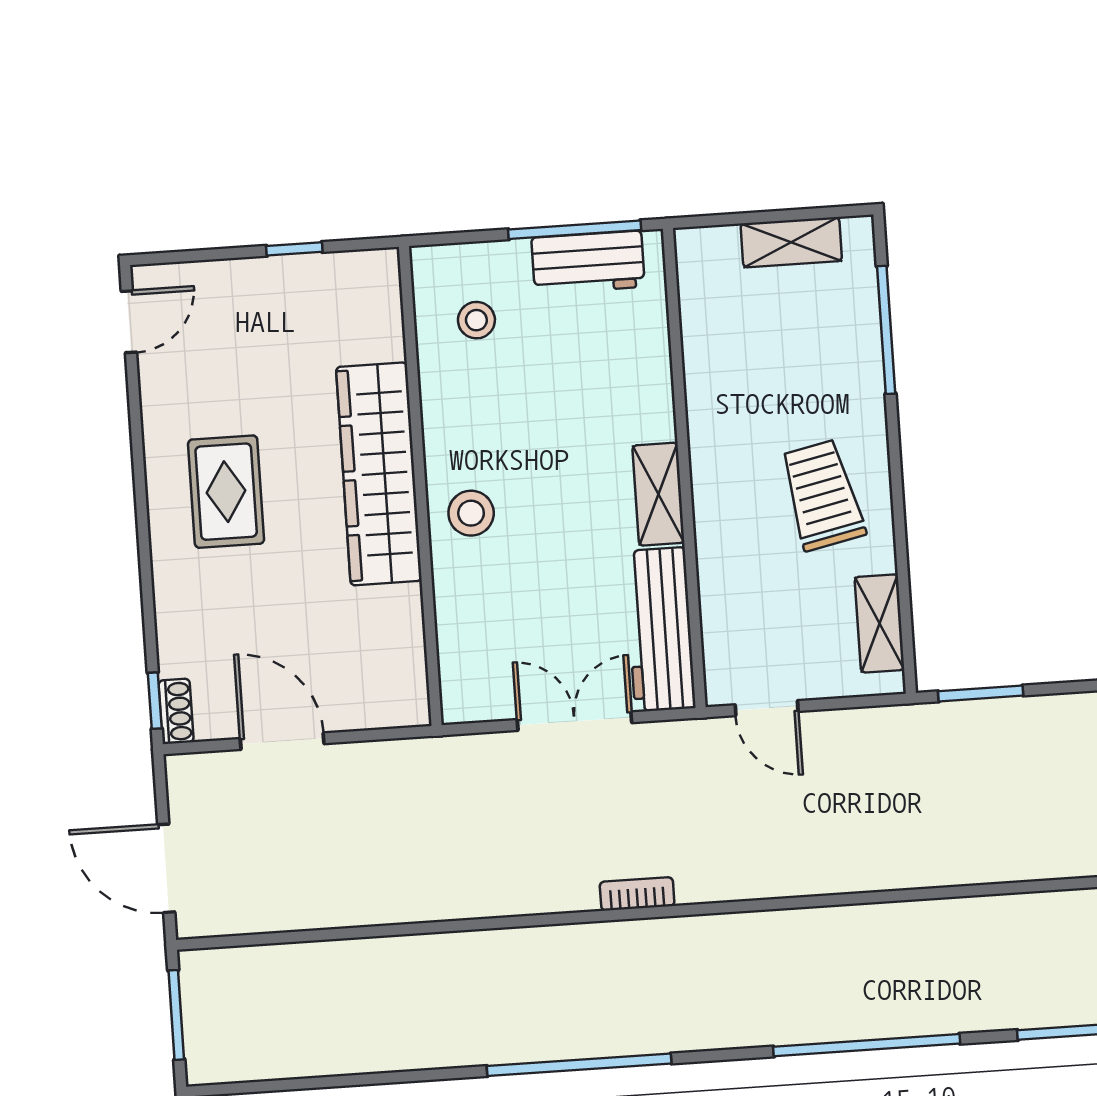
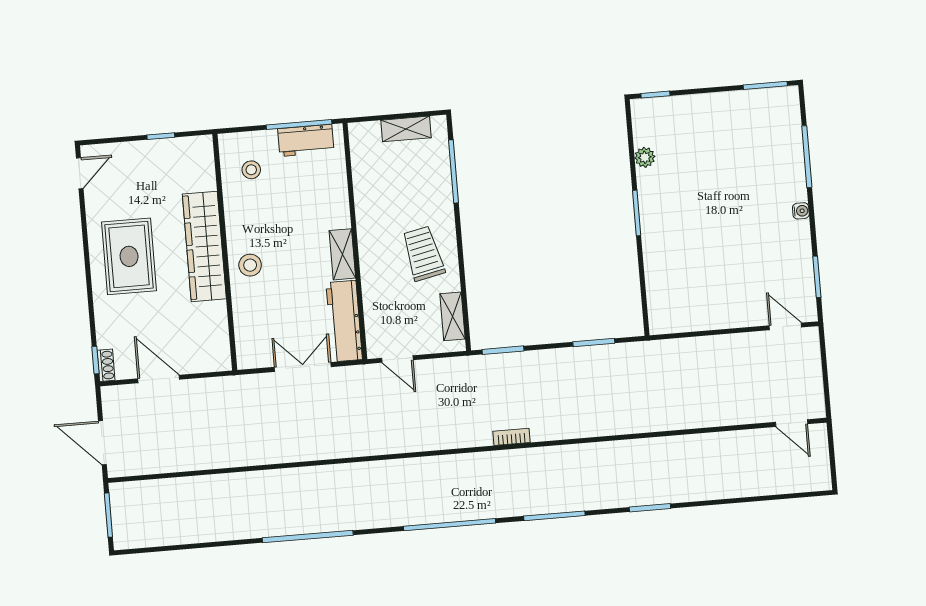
rug: (226, 492) -> (129, 256), width x1.36, depth x1.43
bookcase: (637, 894) -> (512, 437), moved

